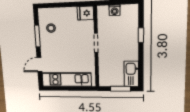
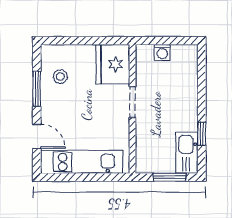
fridge: (85, 13) -> (113, 64), width x1.88, depth x1.34
window: (141, 35) -> (202, 134), moved
door: (39, 65) -> (37, 136), swing flipped

